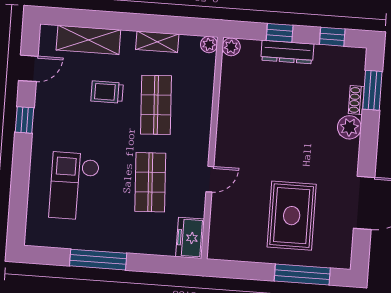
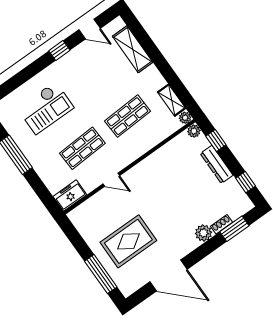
window: (280, 33) -> (216, 141), moved
shelving: (157, 42) -> (172, 100), moved
trolley: (107, 92) -> (112, 83), removed
checkout: (74, 186) -> (46, 108), turned 180

